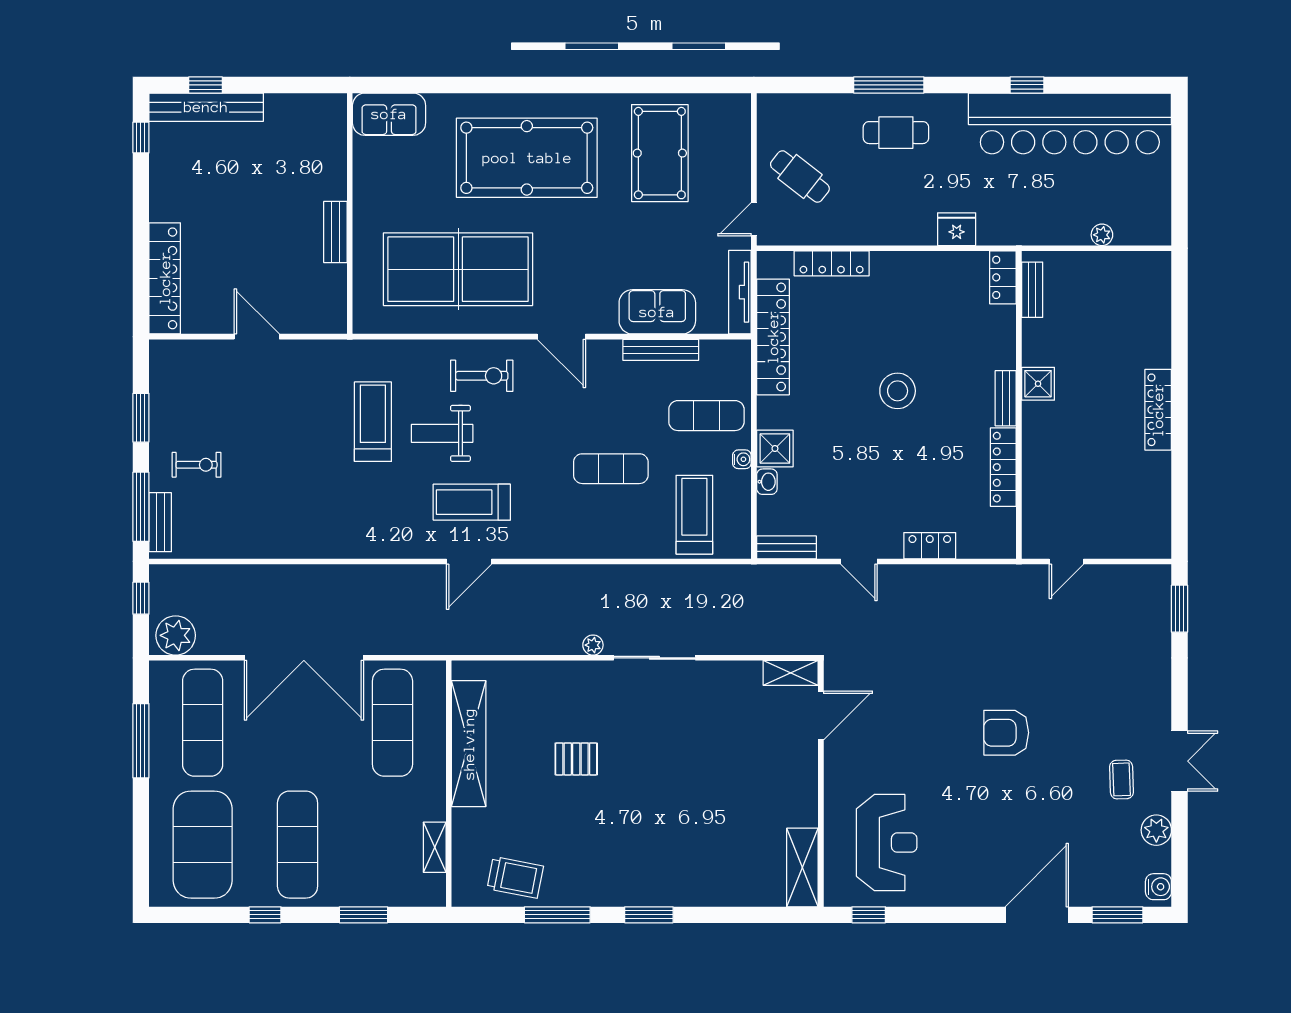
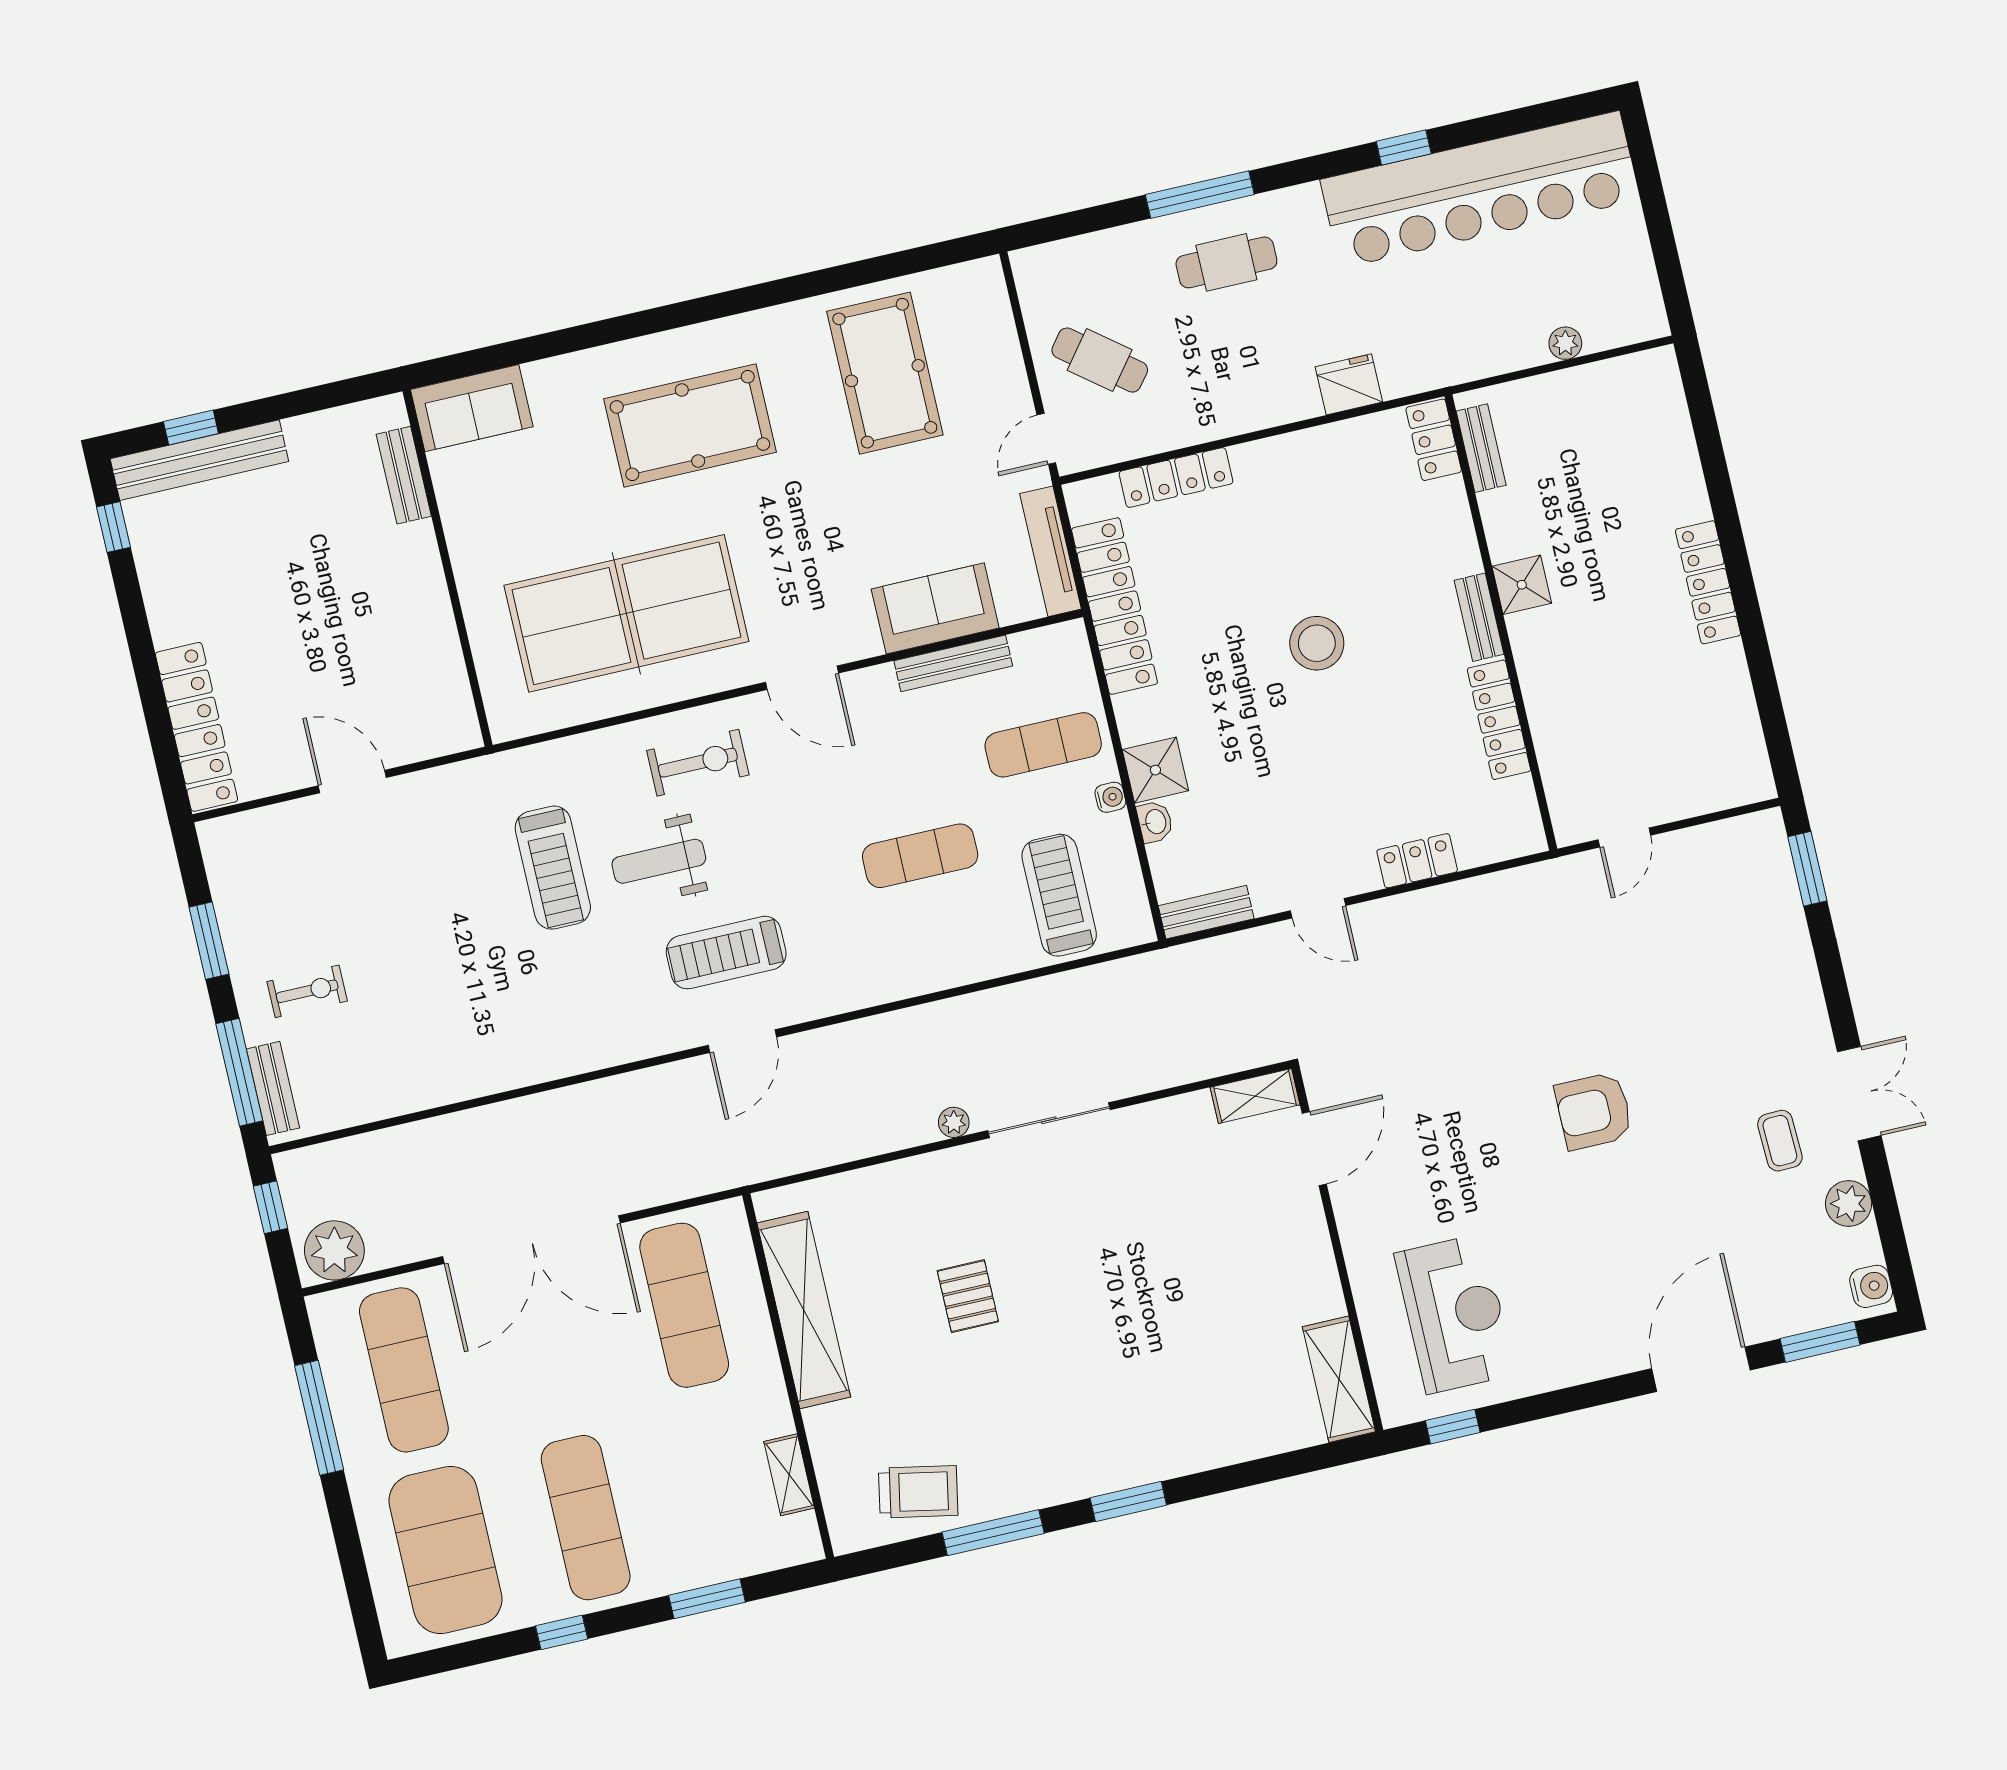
pool table: (527, 158) -> (690, 425), width x0.73, depth x0.76
bench: (335, 232) -> (404, 475), moved
treadmill: (373, 422) -> (553, 868), turned 180
pallet: (576, 759) -> (968, 1296), turned 90

